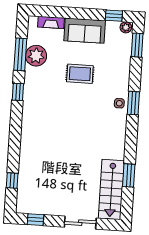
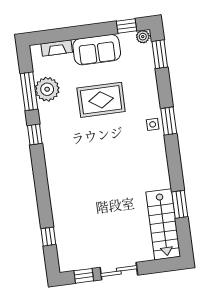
rug: (80, 74) -> (101, 100), width x1.36, depth x1.43
sliding door: (80, 223) -> (119, 271), moved

